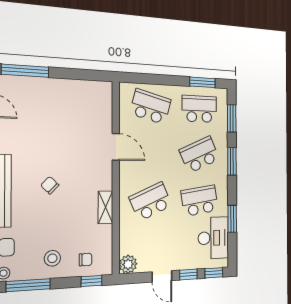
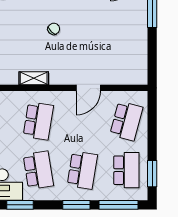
window: (232, 118) -> (119, 205), width x1.44
school desk: (199, 155) -> (82, 170), turned 33
school desk: (151, 201) -> (38, 121), turned 33

